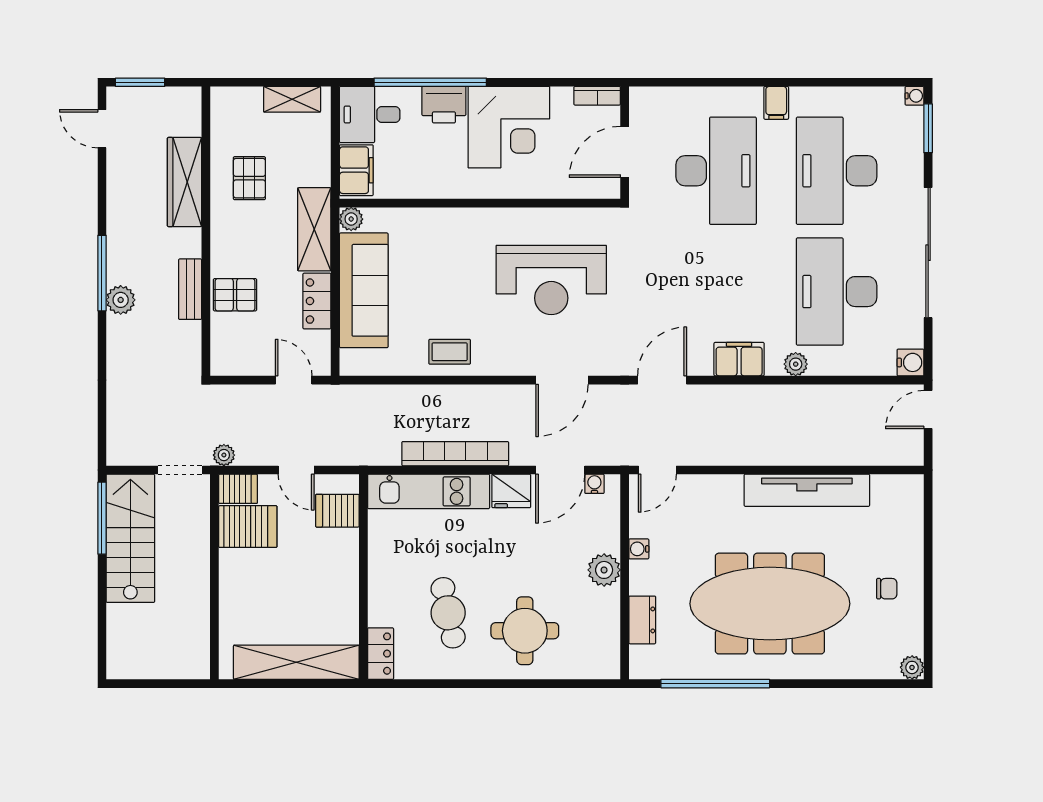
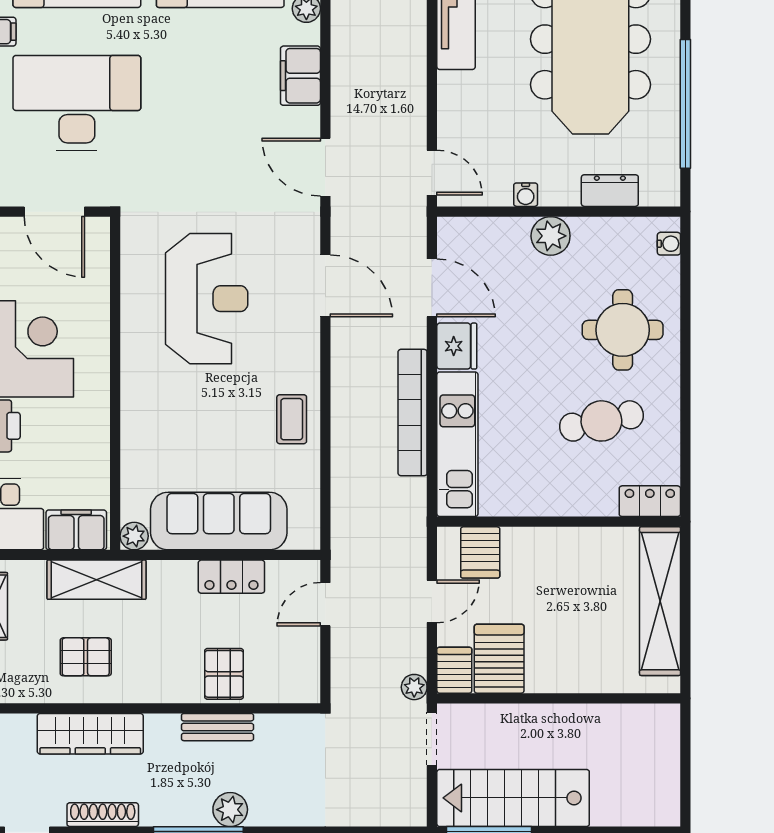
shoe rack: (116, 193) -> (103, 815), added
shelving: (314, 229) -> (97, 580), moved
water cooler: (594, 484) -> (669, 244), moved, turned 180

